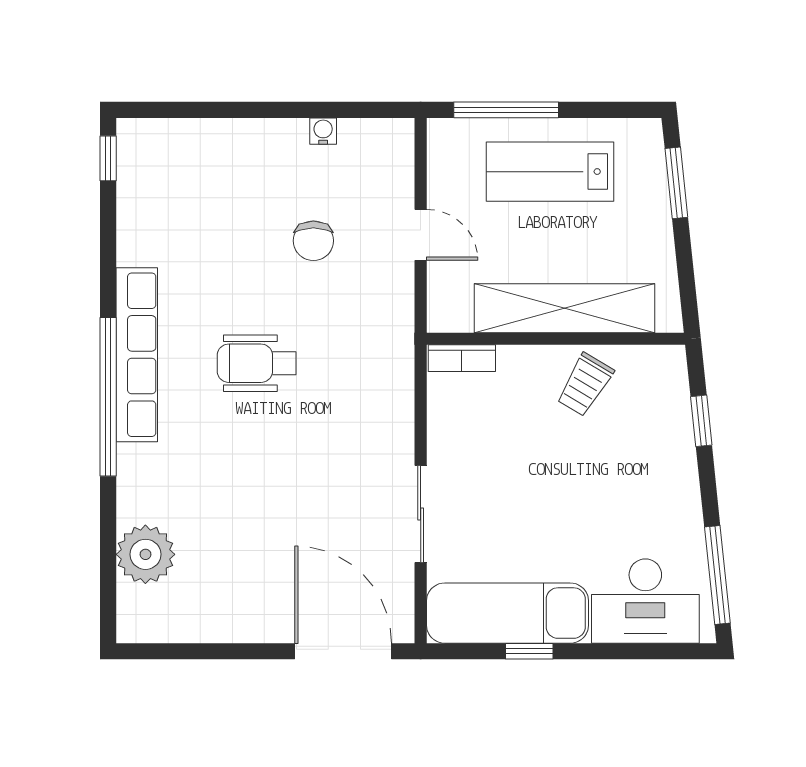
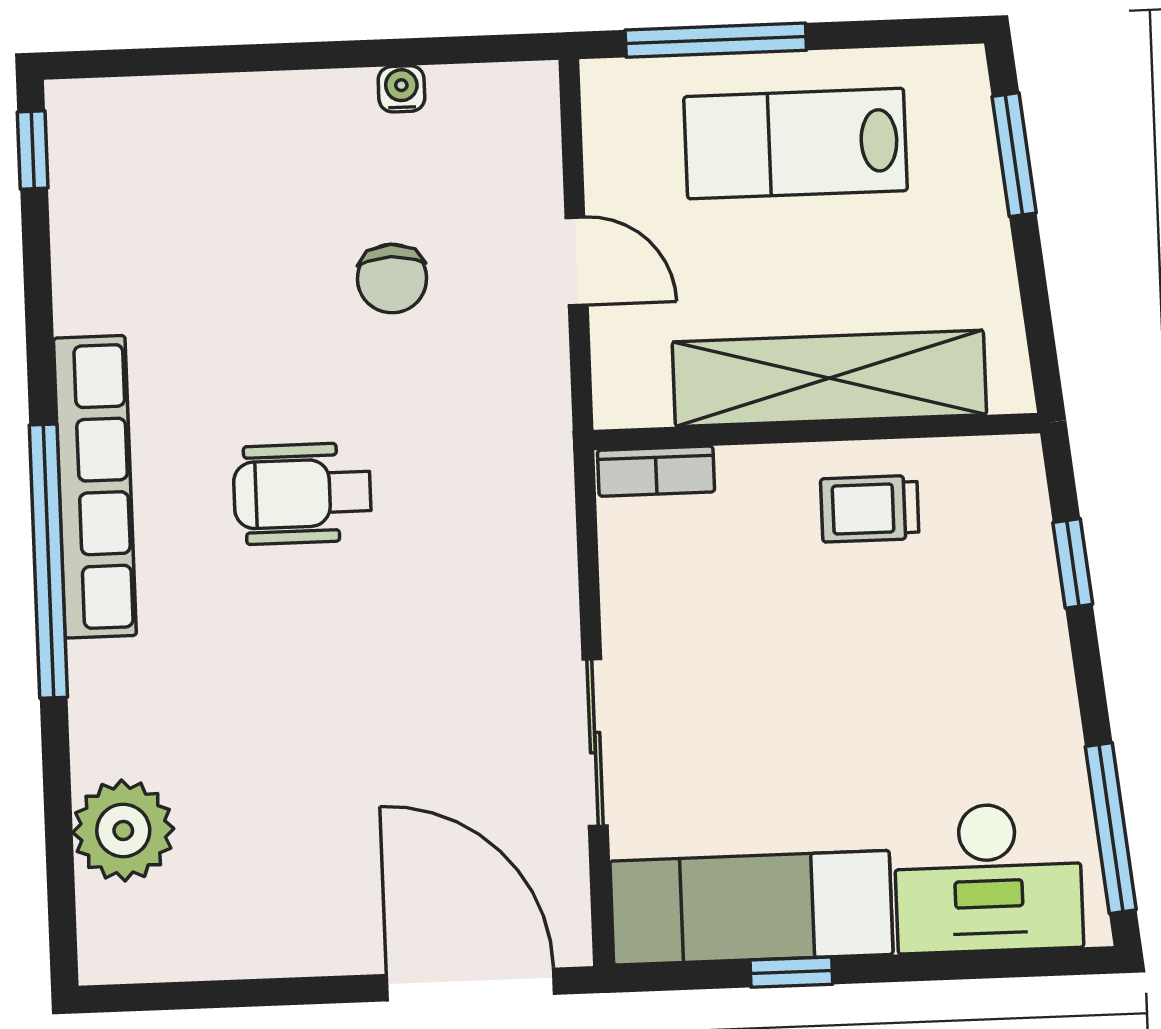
trolley: (585, 385) -> (870, 509), turned 59

